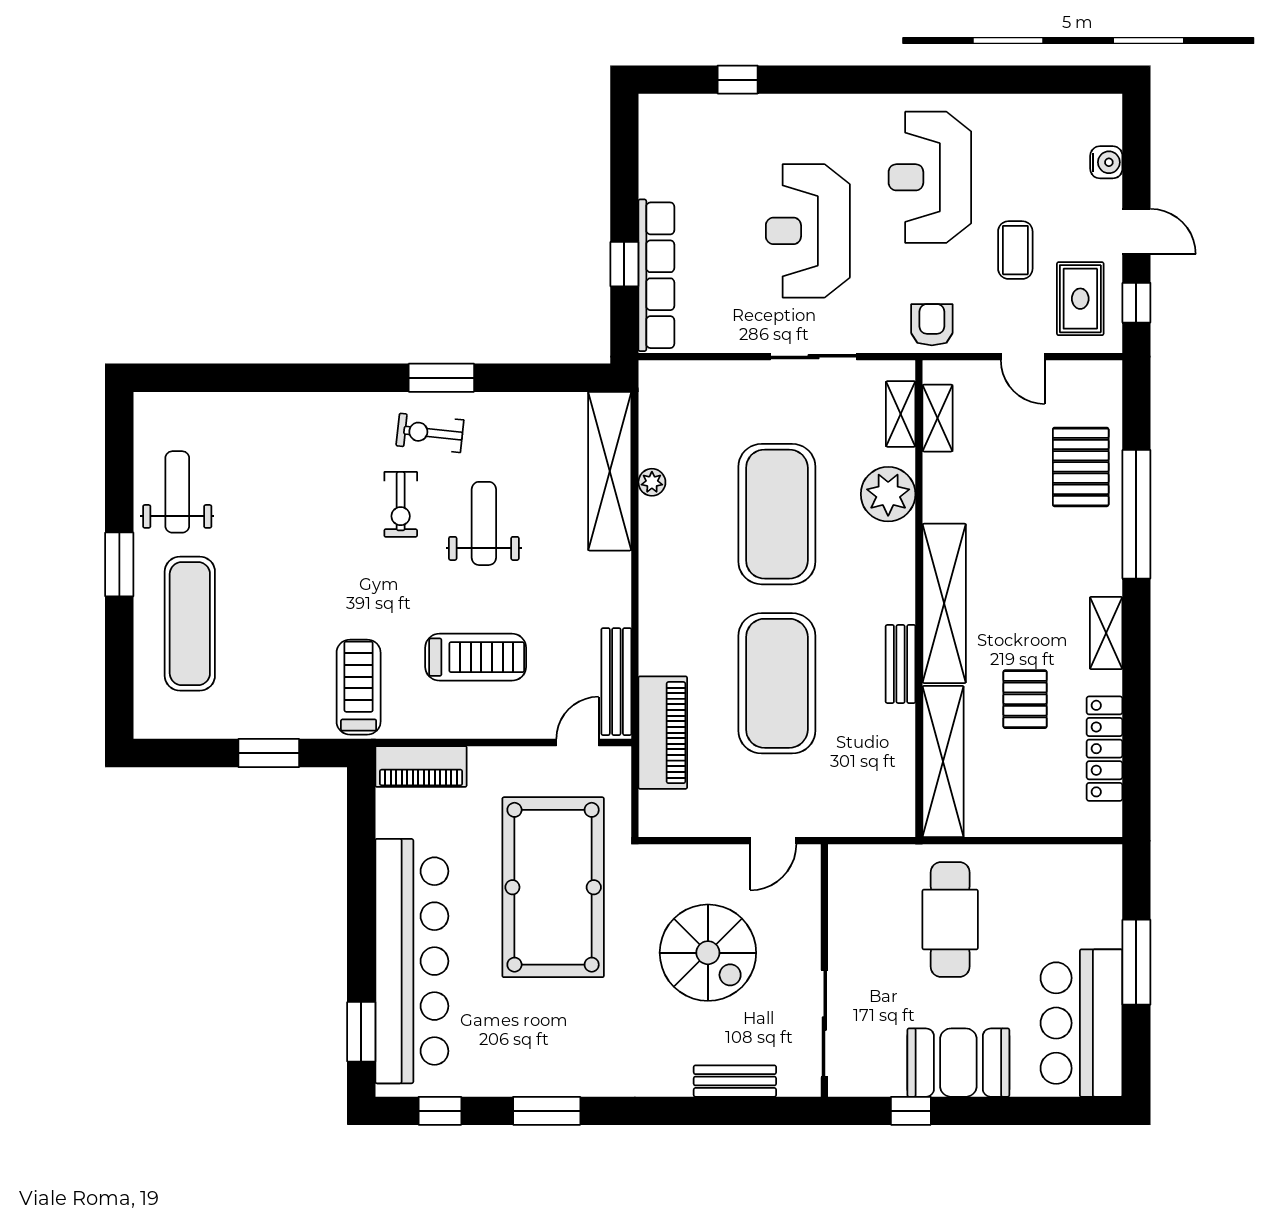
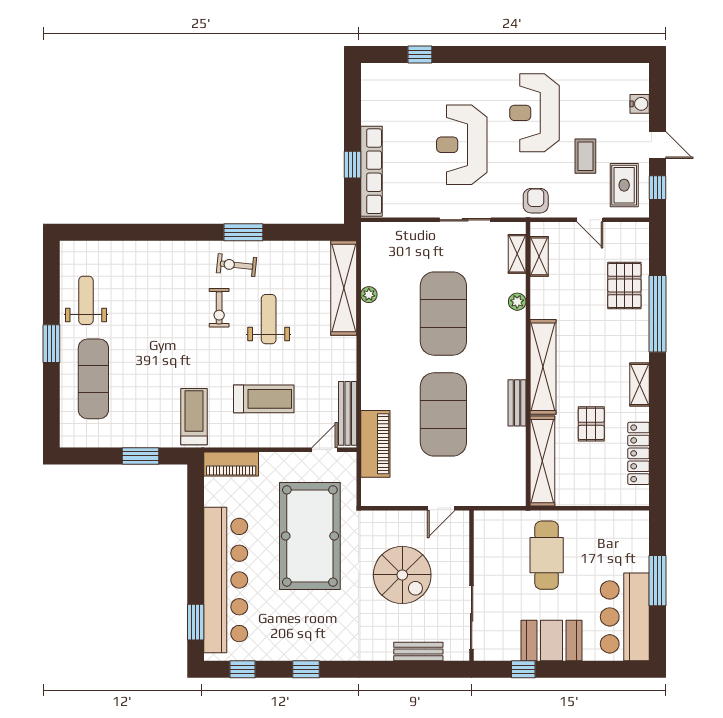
plant: (888, 494) -> (517, 302), width x0.53, depth x0.53
window: (547, 1111) -> (306, 669), width x0.67

